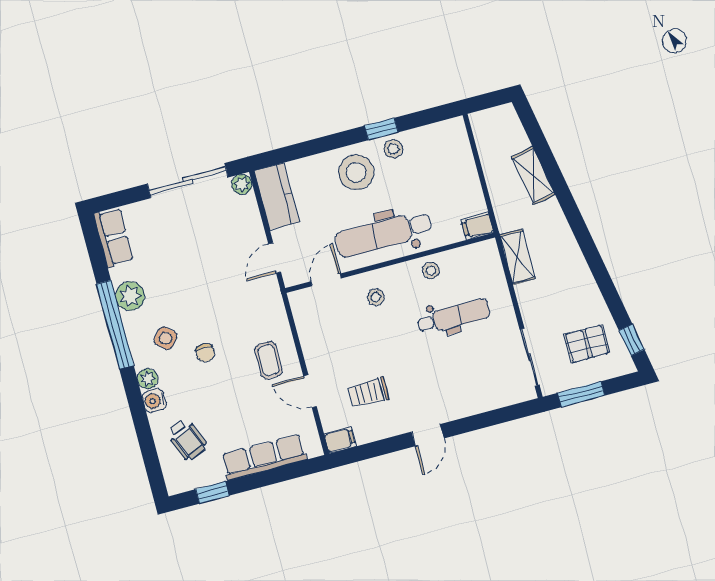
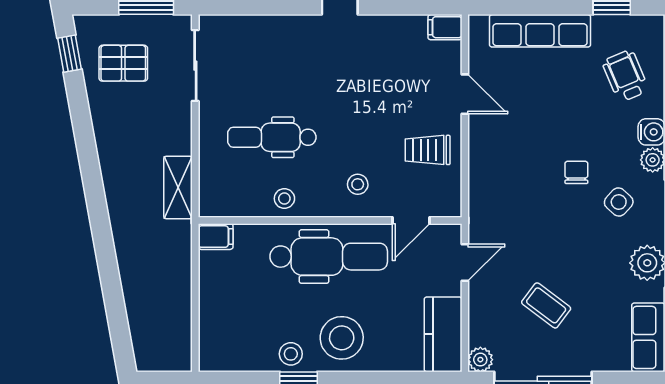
shelving: (533, 176) -> (134, 278), removed
coffee table: (268, 360) -> (546, 305), moved, turned -53
trolley: (369, 393) -> (428, 150), moved, turned 180

